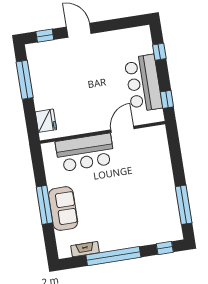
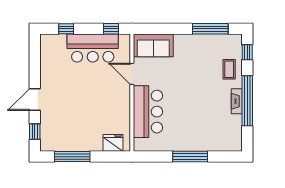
sofa: (63, 209) -> (153, 45), moved, turned 180
coffee table: (144, 232) -> (229, 69), added
fireplace: (85, 249) -> (237, 101), moved

